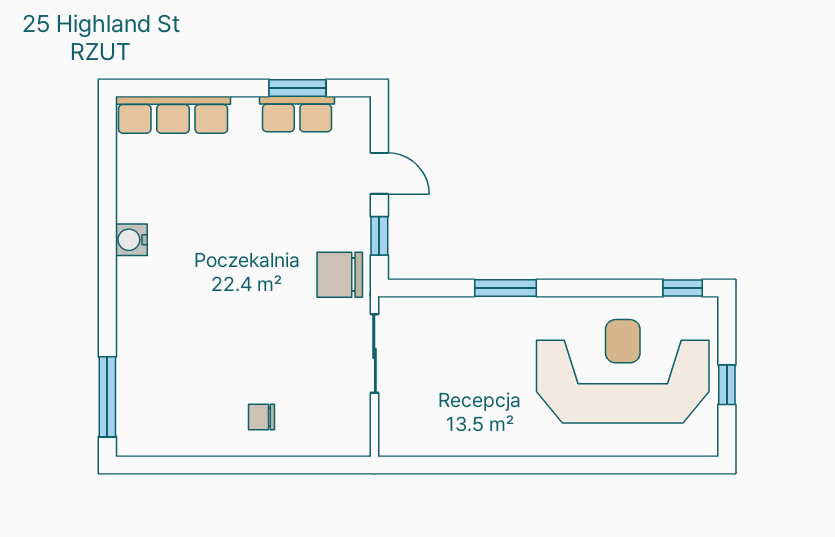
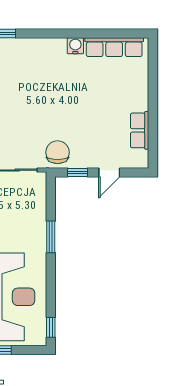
window: (297, 88) -> (153, 131), removed
row of seats: (173, 115) -> (114, 47), moved, turned -90

